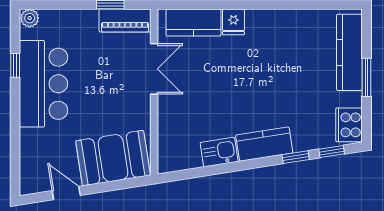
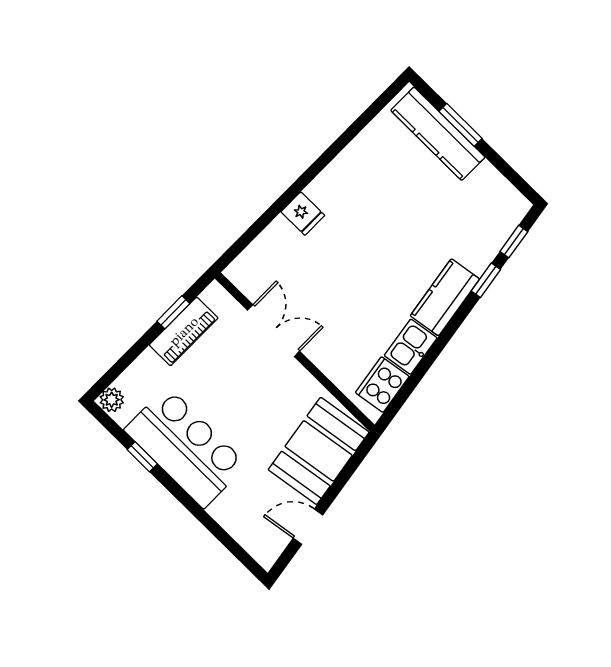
piano: (125, 21) -> (184, 331), moved
kitchen counter: (194, 23) -> (267, 251), removed
window: (366, 77) -> (461, 125), moved
cooker: (349, 125) -> (382, 385), moved, turned 81

